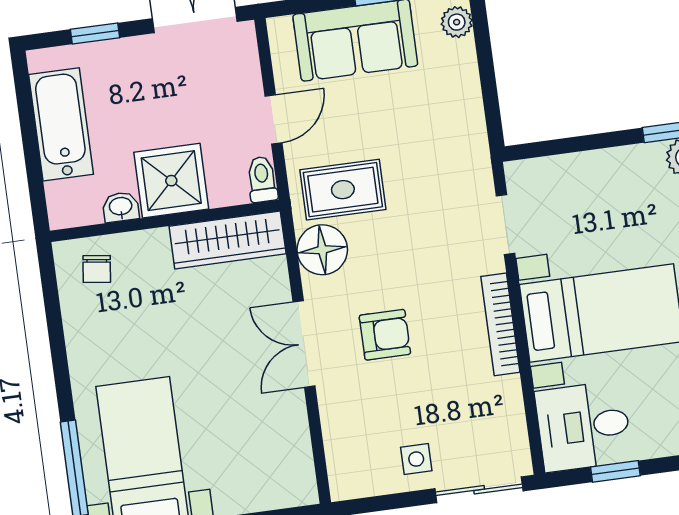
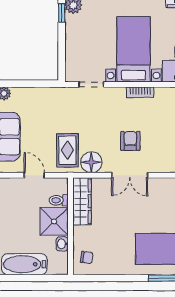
toilet: (262, 179) -> (59, 200), moved
bookcase: (500, 324) -> (140, 92), width x0.64

